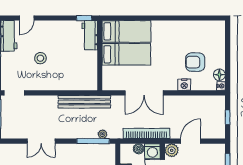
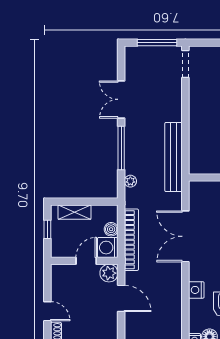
window: (93, 141) -> (121, 148), moved

